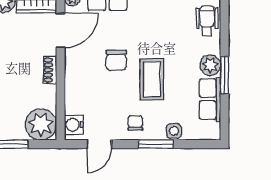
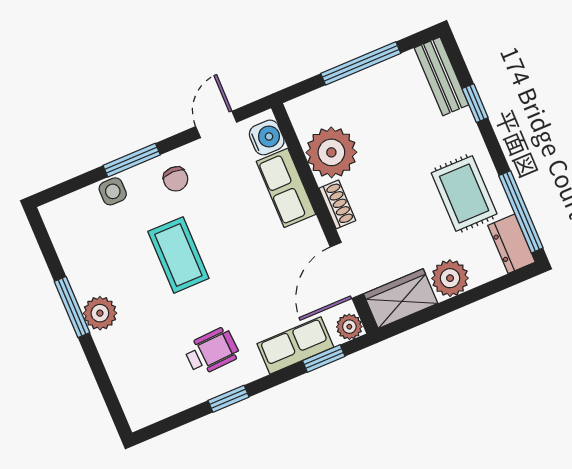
wheelchair: (207, 21) -> (212, 351), moved, turned -93
chair: (116, 60) -> (244, 261), removed
row of seats: (210, 99) -> (286, 188), moved, turned 180
plant: (41, 124) -> (331, 152), moved

